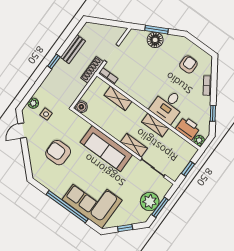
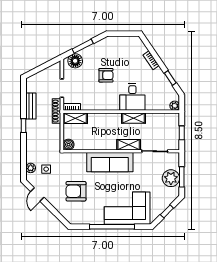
floor lamp: (155, 40) -> (75, 61), moved
armchair: (188, 64) -> (106, 75), moved, turned 90
shelving: (118, 98) -> (75, 118), moved
printer: (188, 128) -> (160, 103), removed

